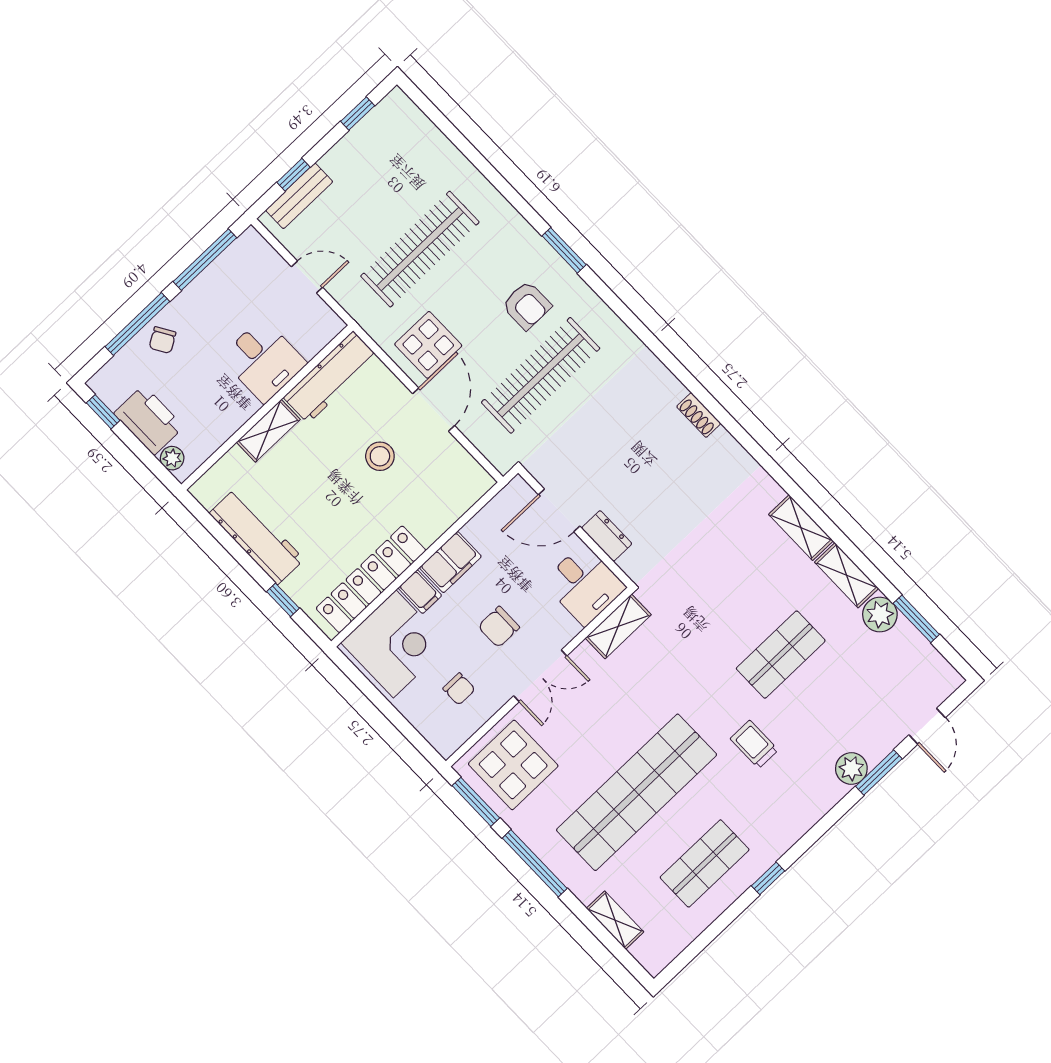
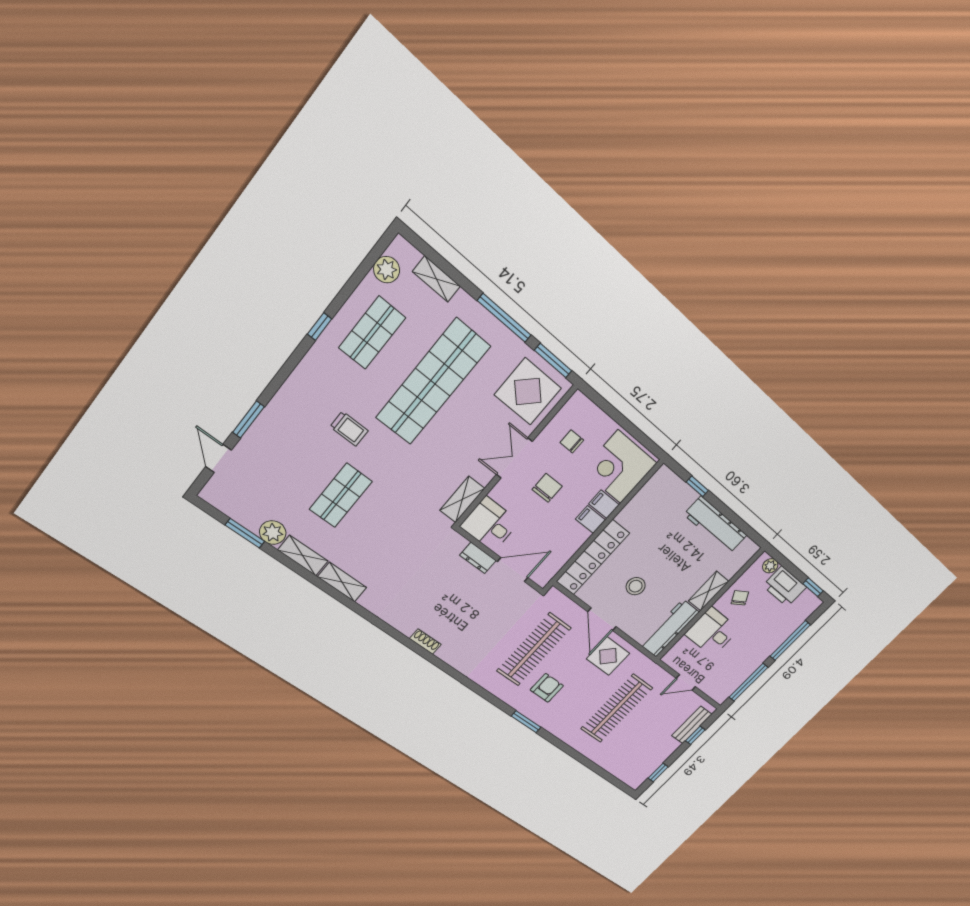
armchair: (527, 305) -> (547, 688), turned 90
chair: (163, 340) -> (740, 598), moved
filing cabinet: (450, 562) -> (590, 519), width x0.50
locker: (371, 579) -> (593, 557), moved
plant: (851, 769) -> (387, 270), moved

